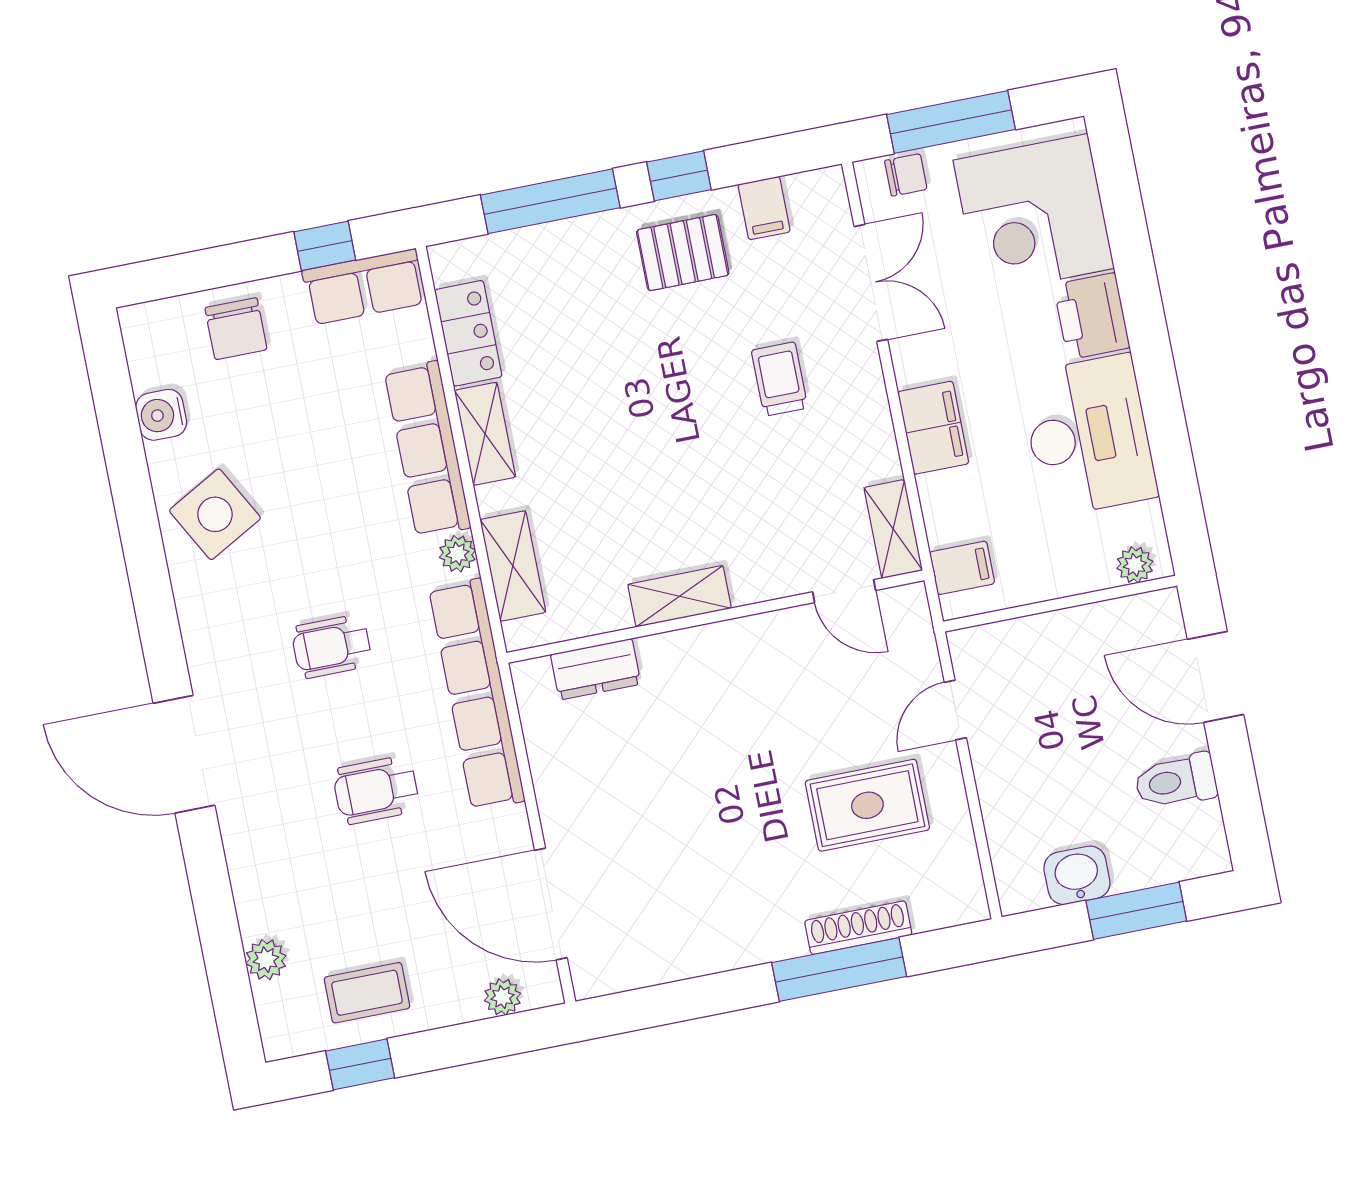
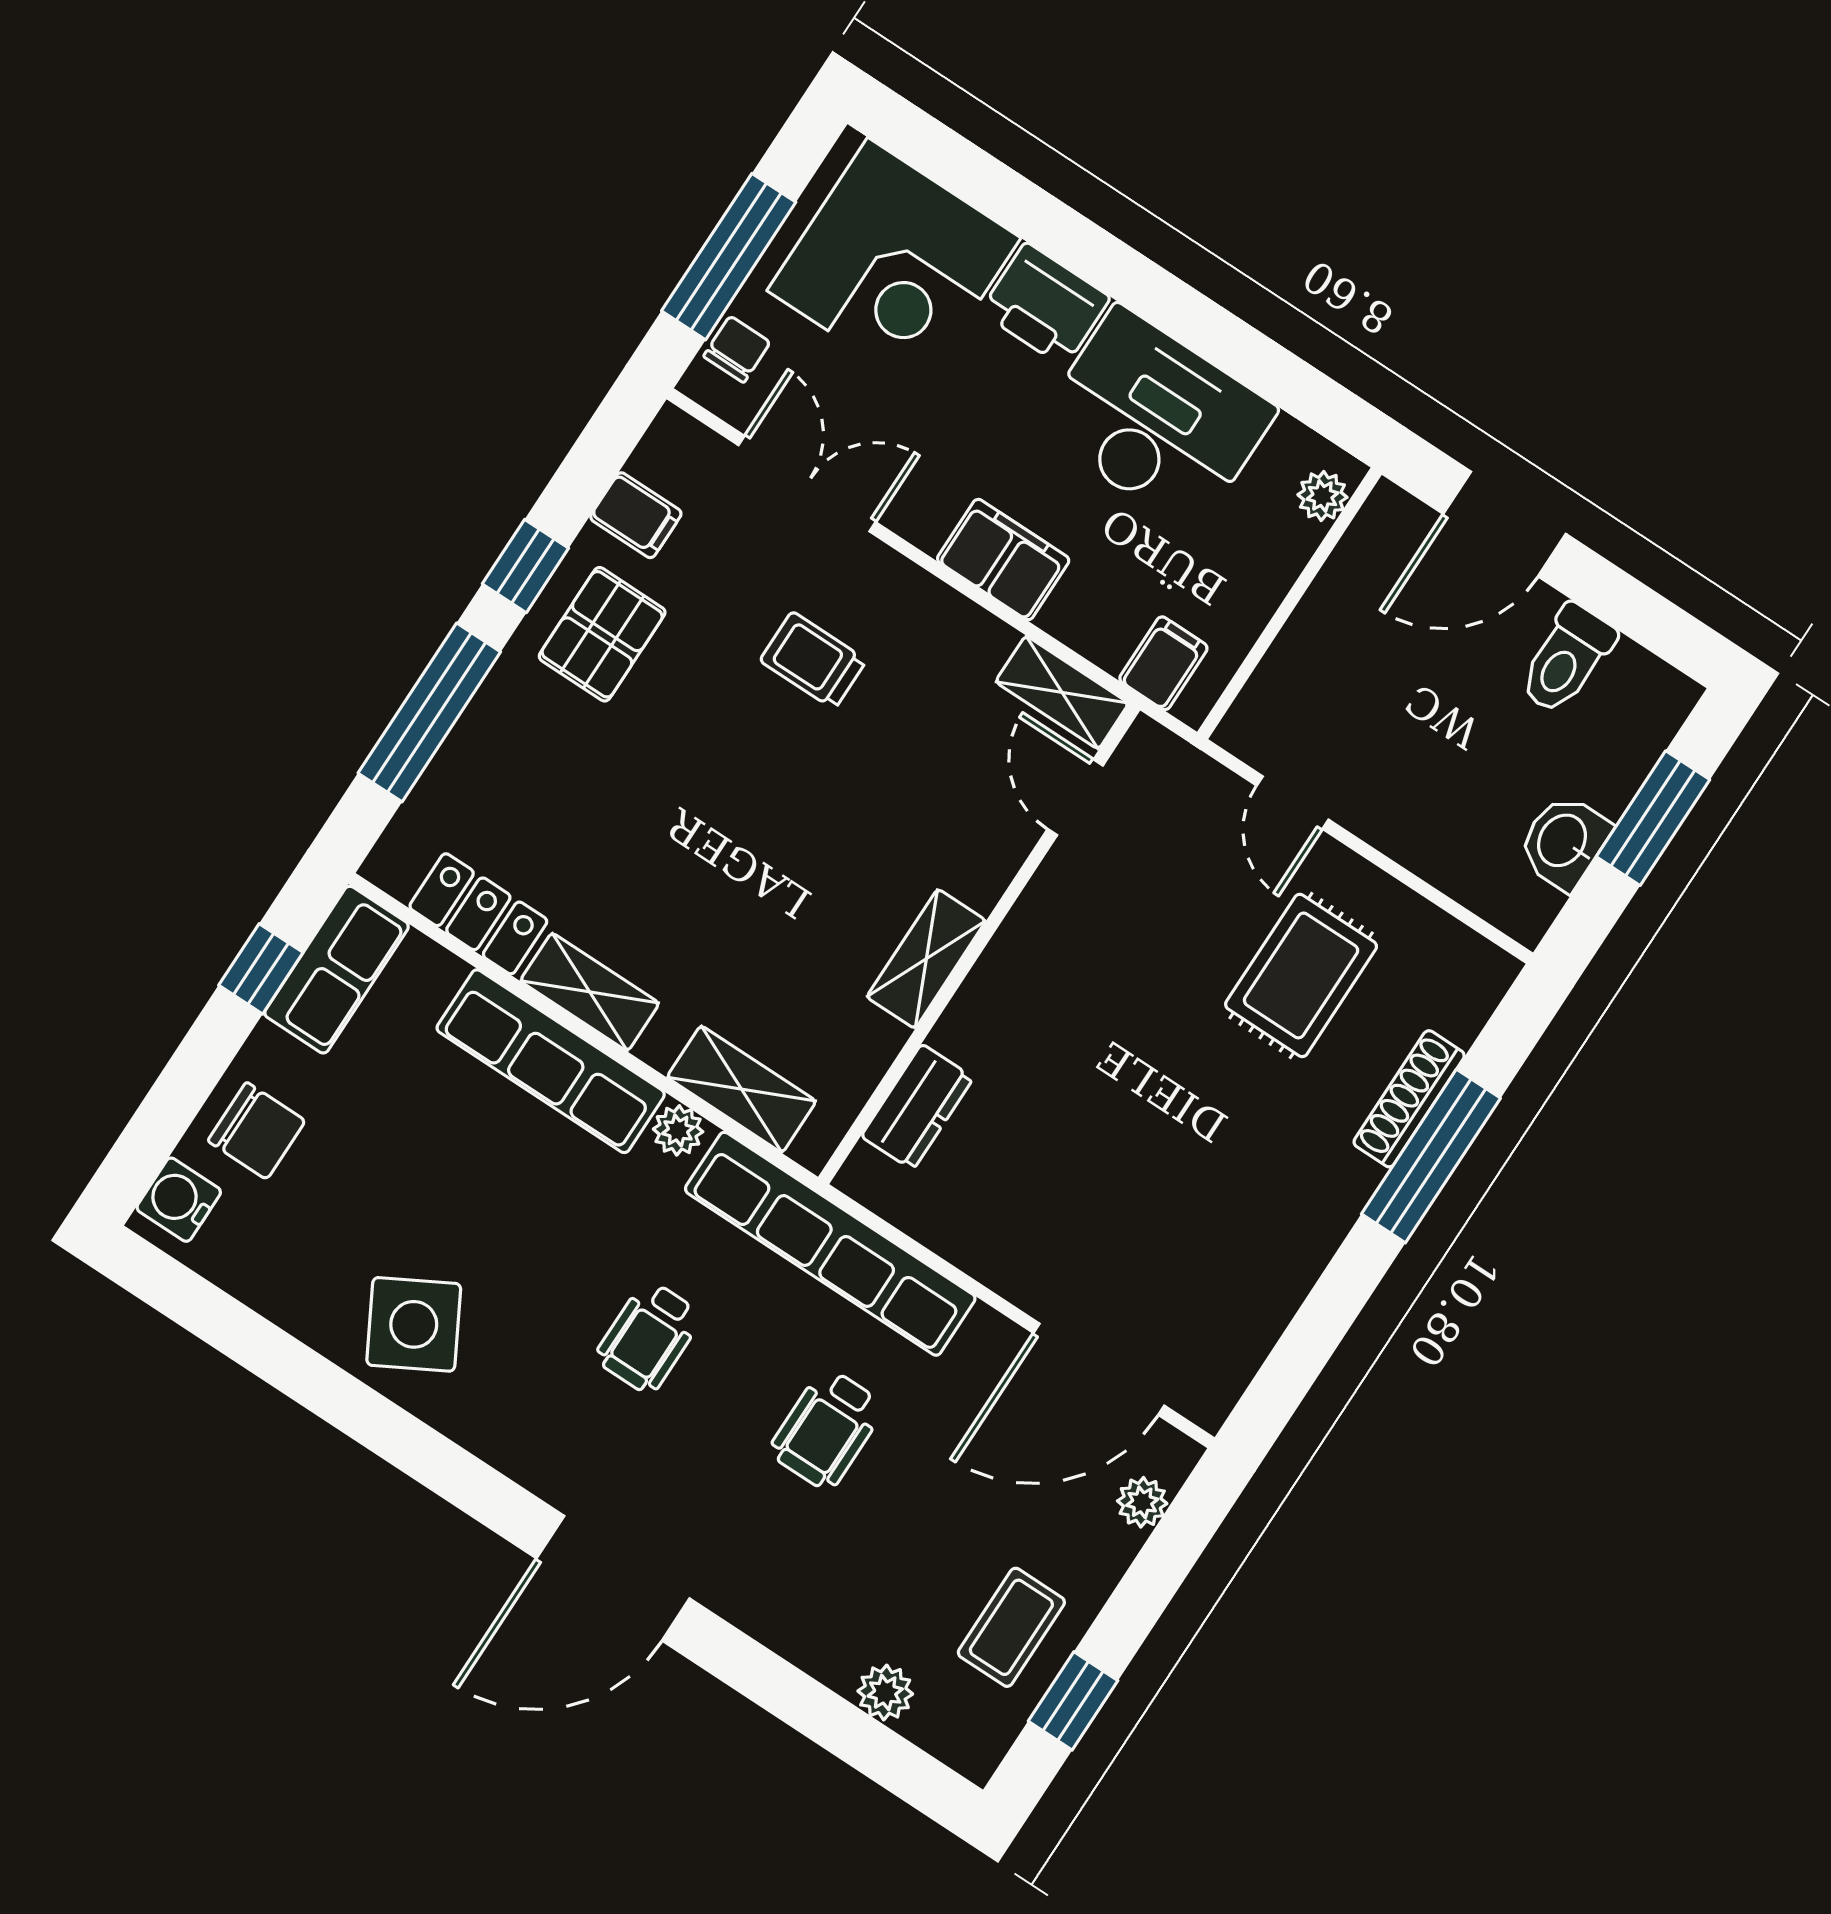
water cooler: (161, 415) -> (179, 1200), moved, turned 90
door: (844, 591) -> (1075, 797), swing flipped

